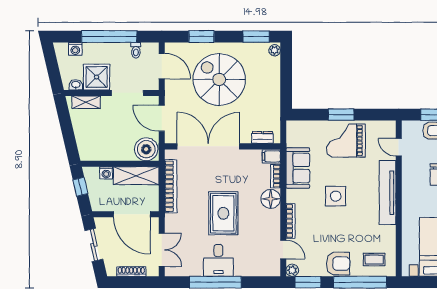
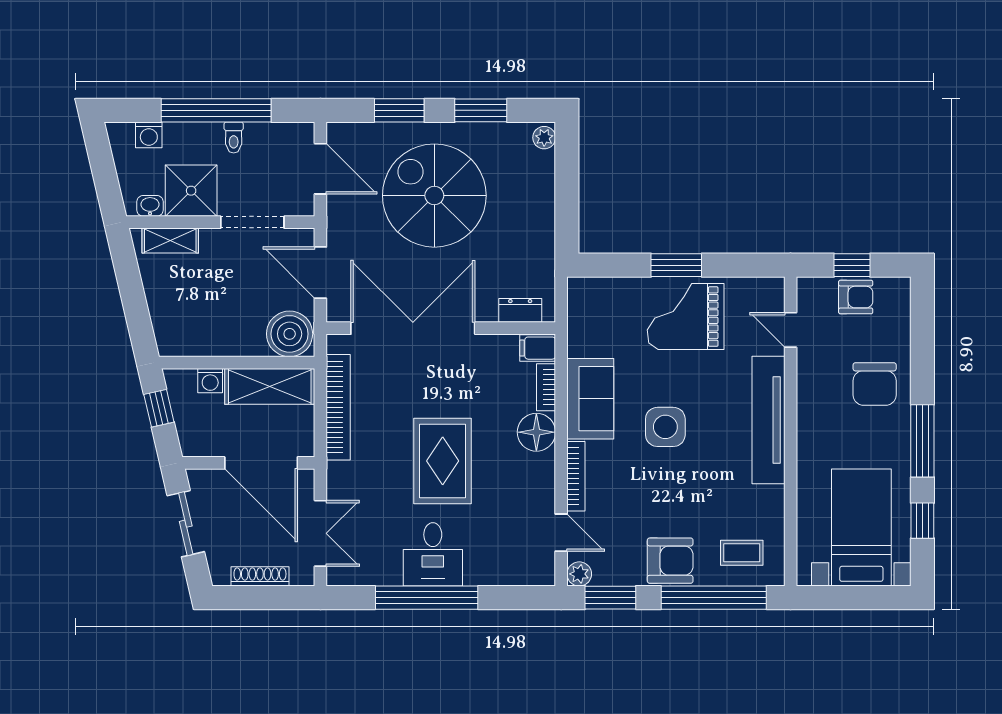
window: (256, 37) -> (481, 110), moved
toilet: (136, 50) -> (234, 137), moved
sofa: (298, 168) -> (590, 399), moved

